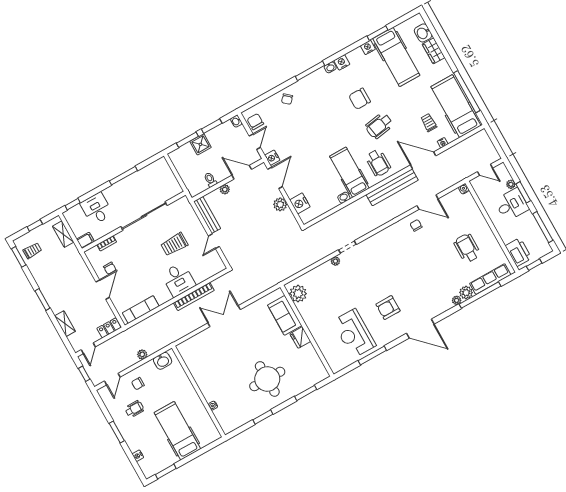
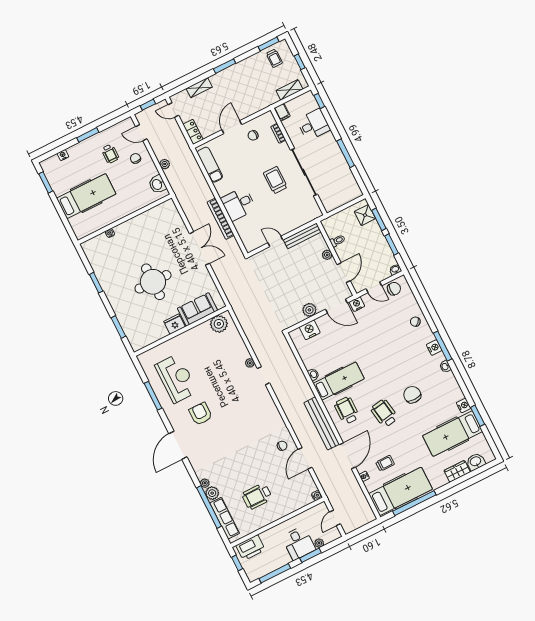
nightstand: (342, 62) -> (434, 348), moved
shower: (200, 144) -> (365, 215), moved
wheelchair: (378, 163) -> (347, 410), turned 90
trolley: (174, 244) -> (275, 180), moved
wheelchair: (467, 248) -> (257, 496), turned 180
door: (103, 290) -> (232, 127), swing flipped
reception desk: (354, 333) -> (176, 378), turned 90
round table: (267, 379) -> (153, 282), moved

